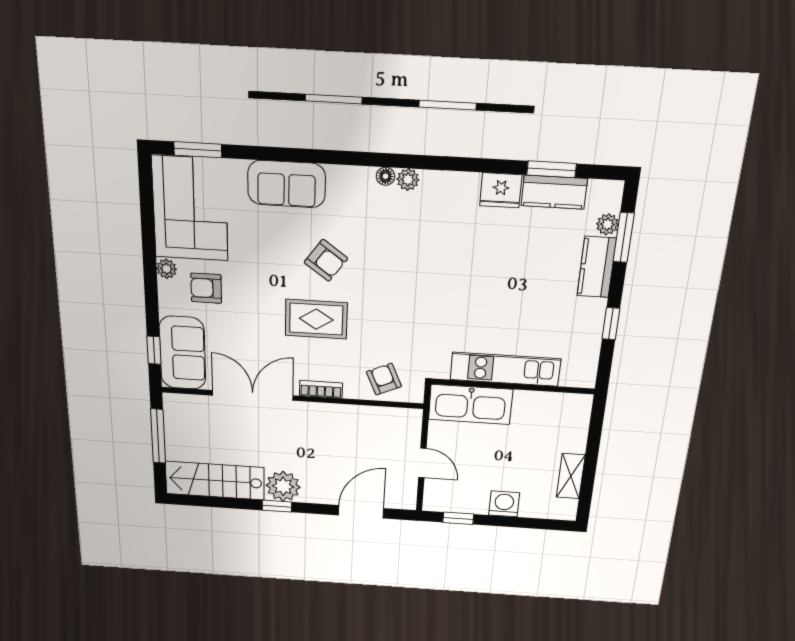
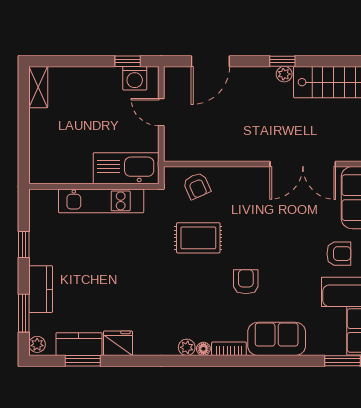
plant: (607, 224) -> (37, 344), moved
armchair: (326, 260) -> (246, 282), turned 54
rug: (316, 319) -> (198, 238), moved
bookcase: (321, 389) -> (229, 349), moved, turned 180
shelving: (571, 476) -> (38, 87), moved
plant: (283, 486) -> (284, 74), width x0.53, depth x0.53
washing machine: (504, 504) -> (135, 78), moved

